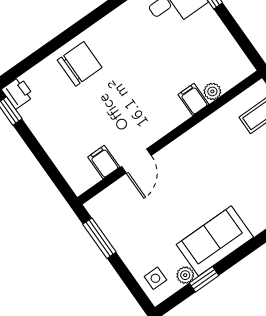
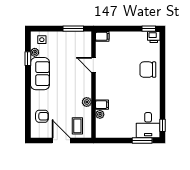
chair: (80, 64) -> (148, 70), turned 90
plant: (207, 128) -> (87, 102), added
filing cabinet: (104, 162) -> (102, 36), moved

